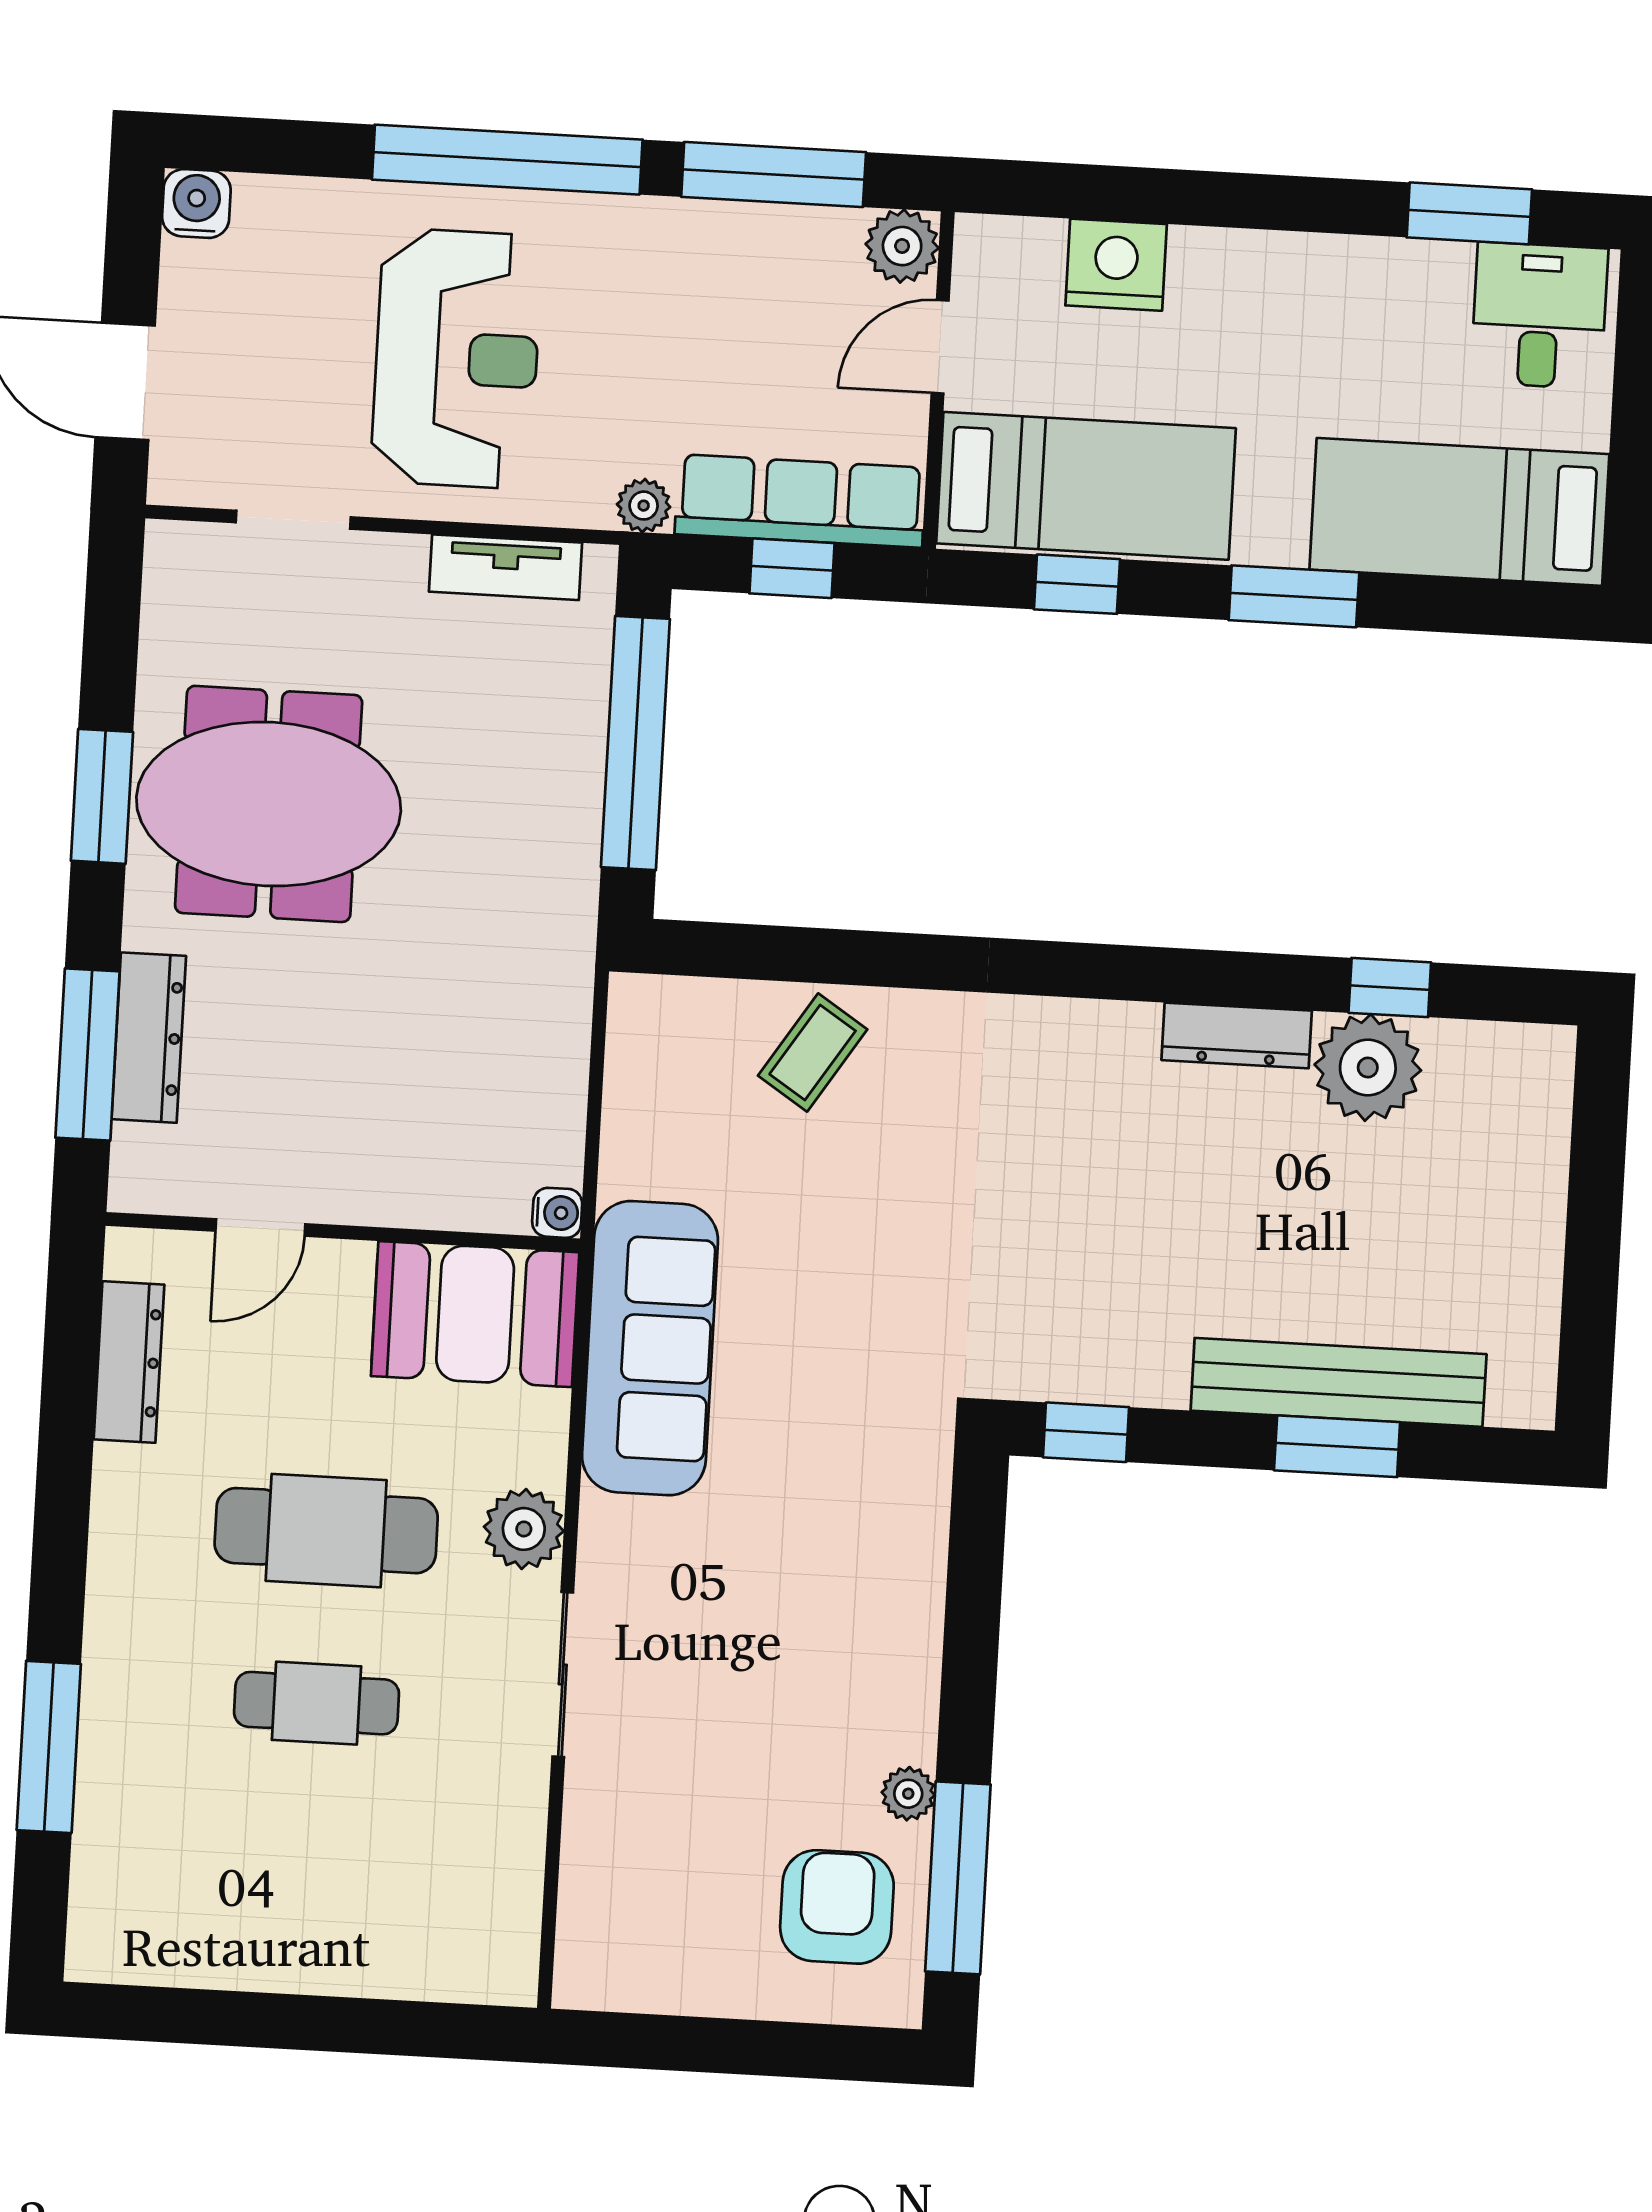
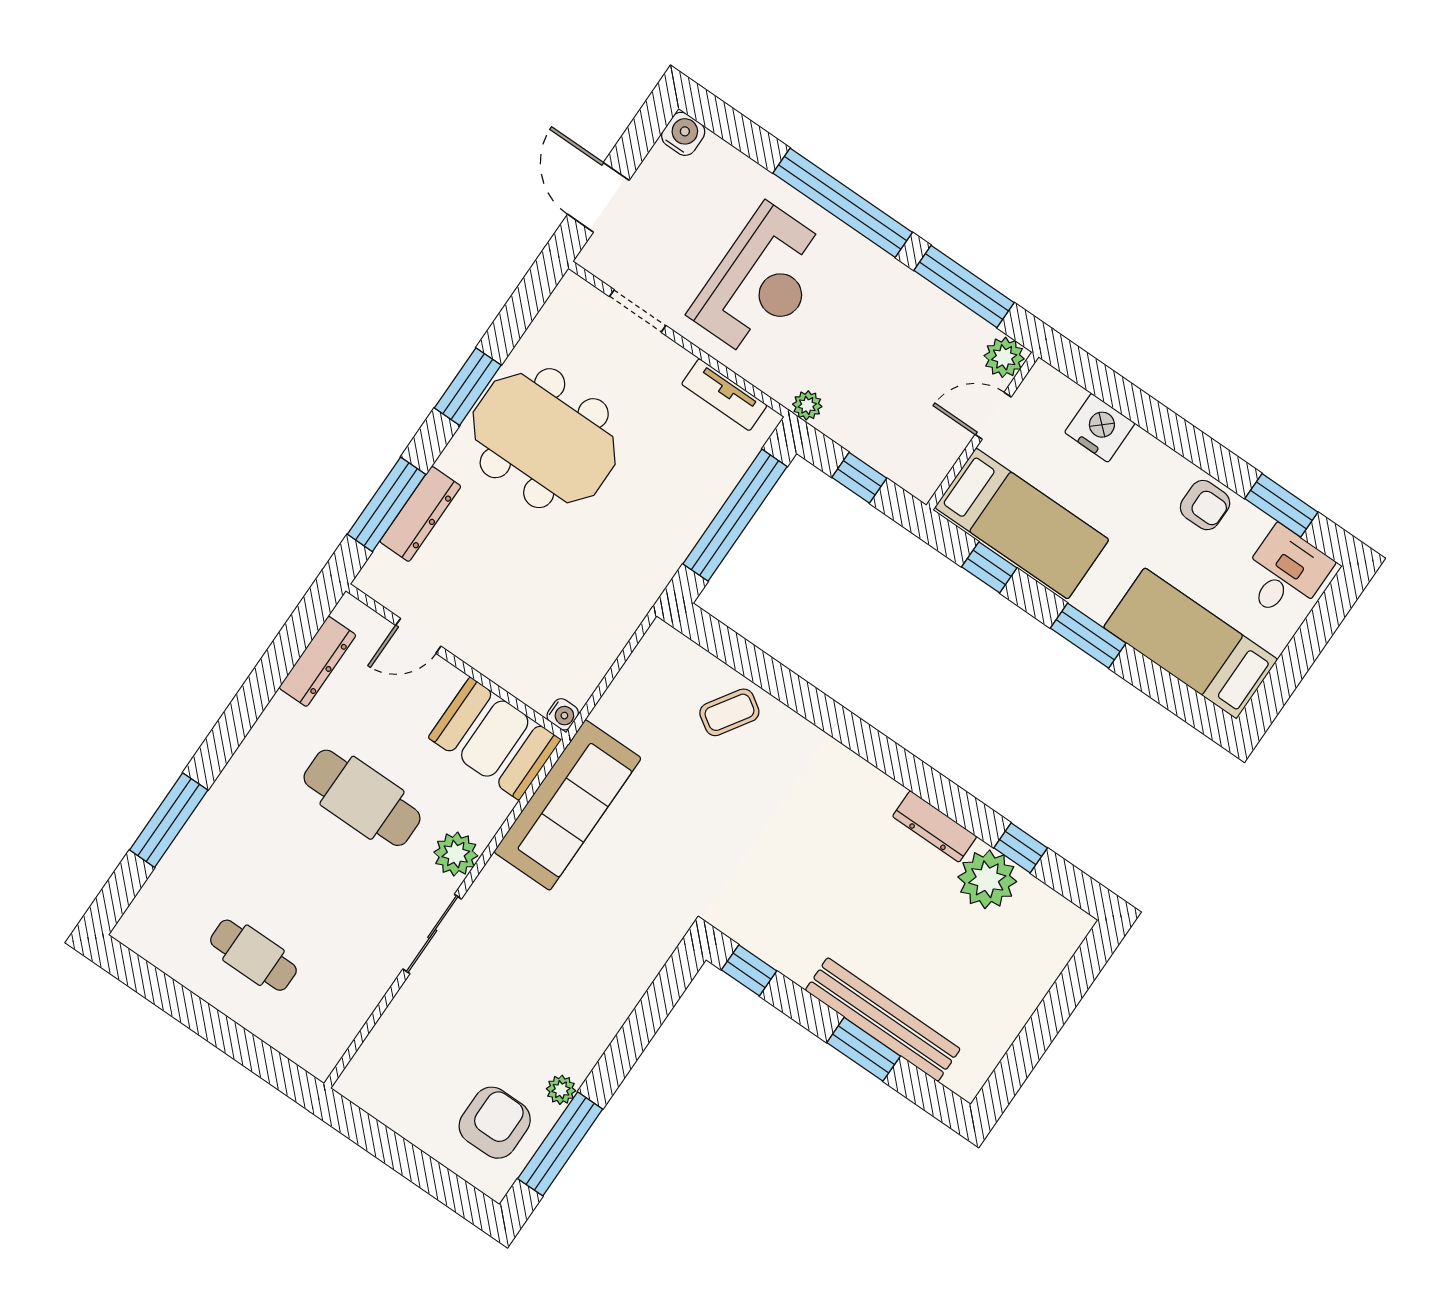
armchair: (1351, 285) -> (1205, 505), added
row of seats: (800, 501) -> (883, 448), removed
cafe table: (317, 1703) -> (253, 955), moved

